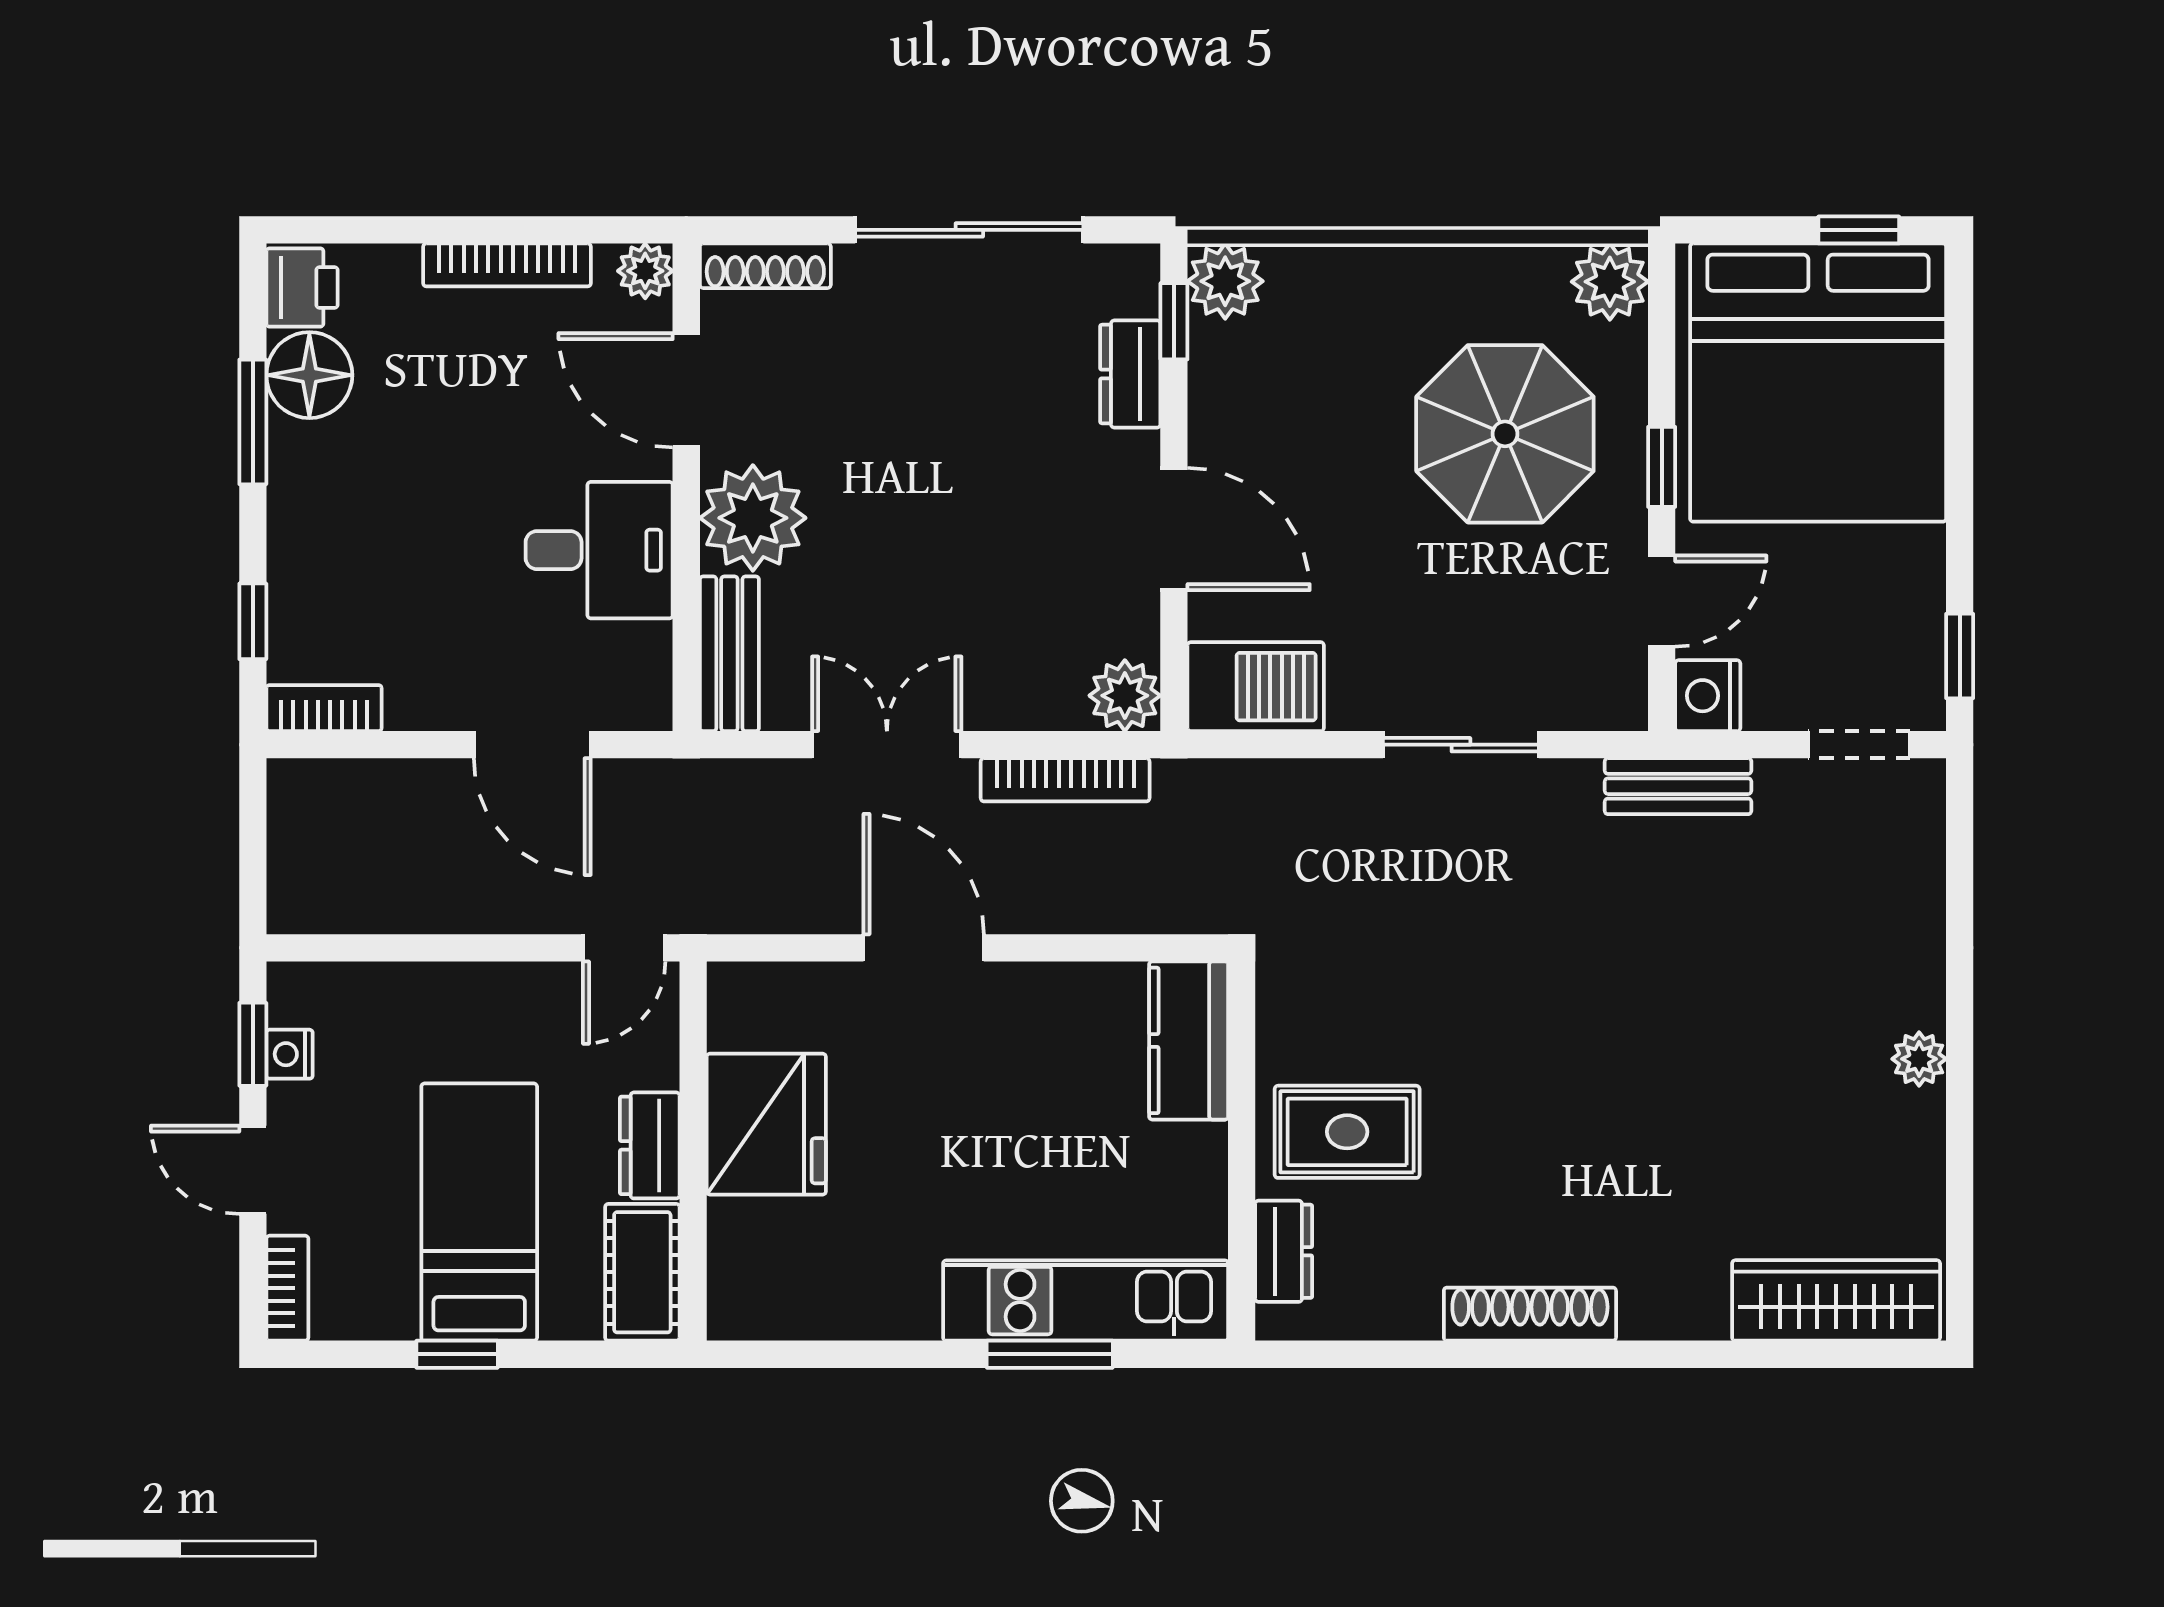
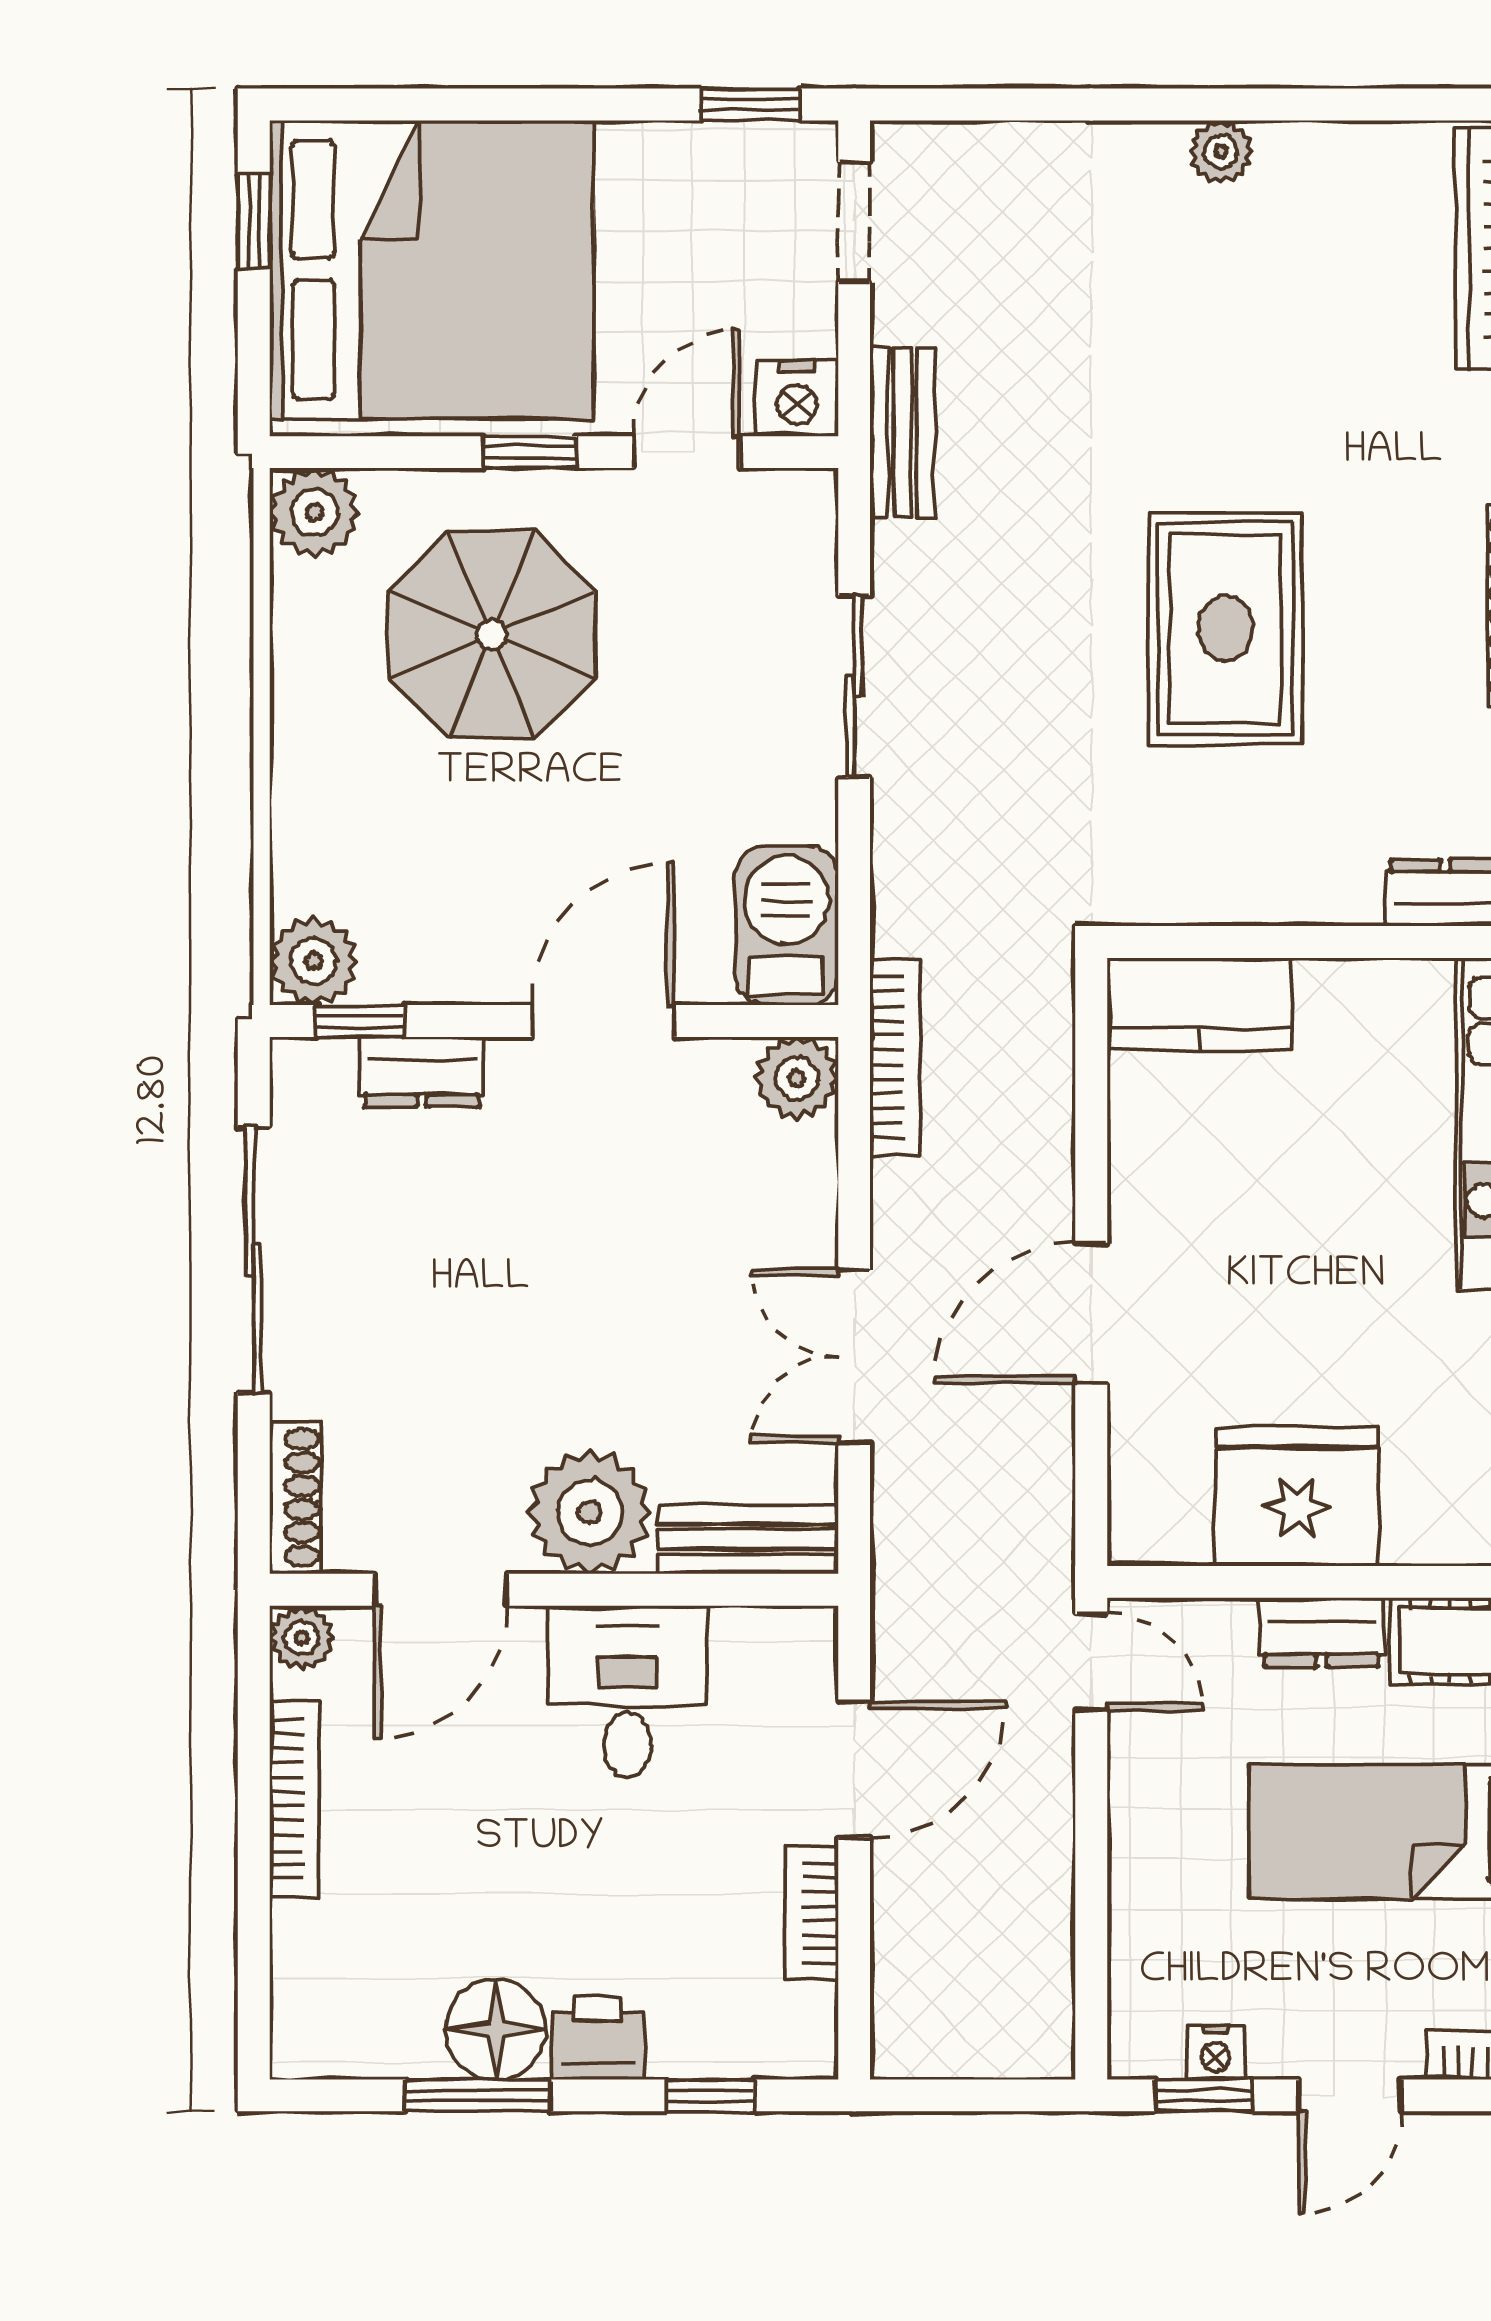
printer: (302, 287) -> (598, 2038), moved
floor lamp: (309, 375) -> (496, 2029), moved
door: (1662, 601) -> (687, 452), hinge flipped
bookcase: (324, 708) -> (811, 1913), moved
bookcase: (1065, 780) -> (895, 1057), moved
rug: (1347, 1132) -> (1225, 629), moved, width x1.36, depth x1.43

